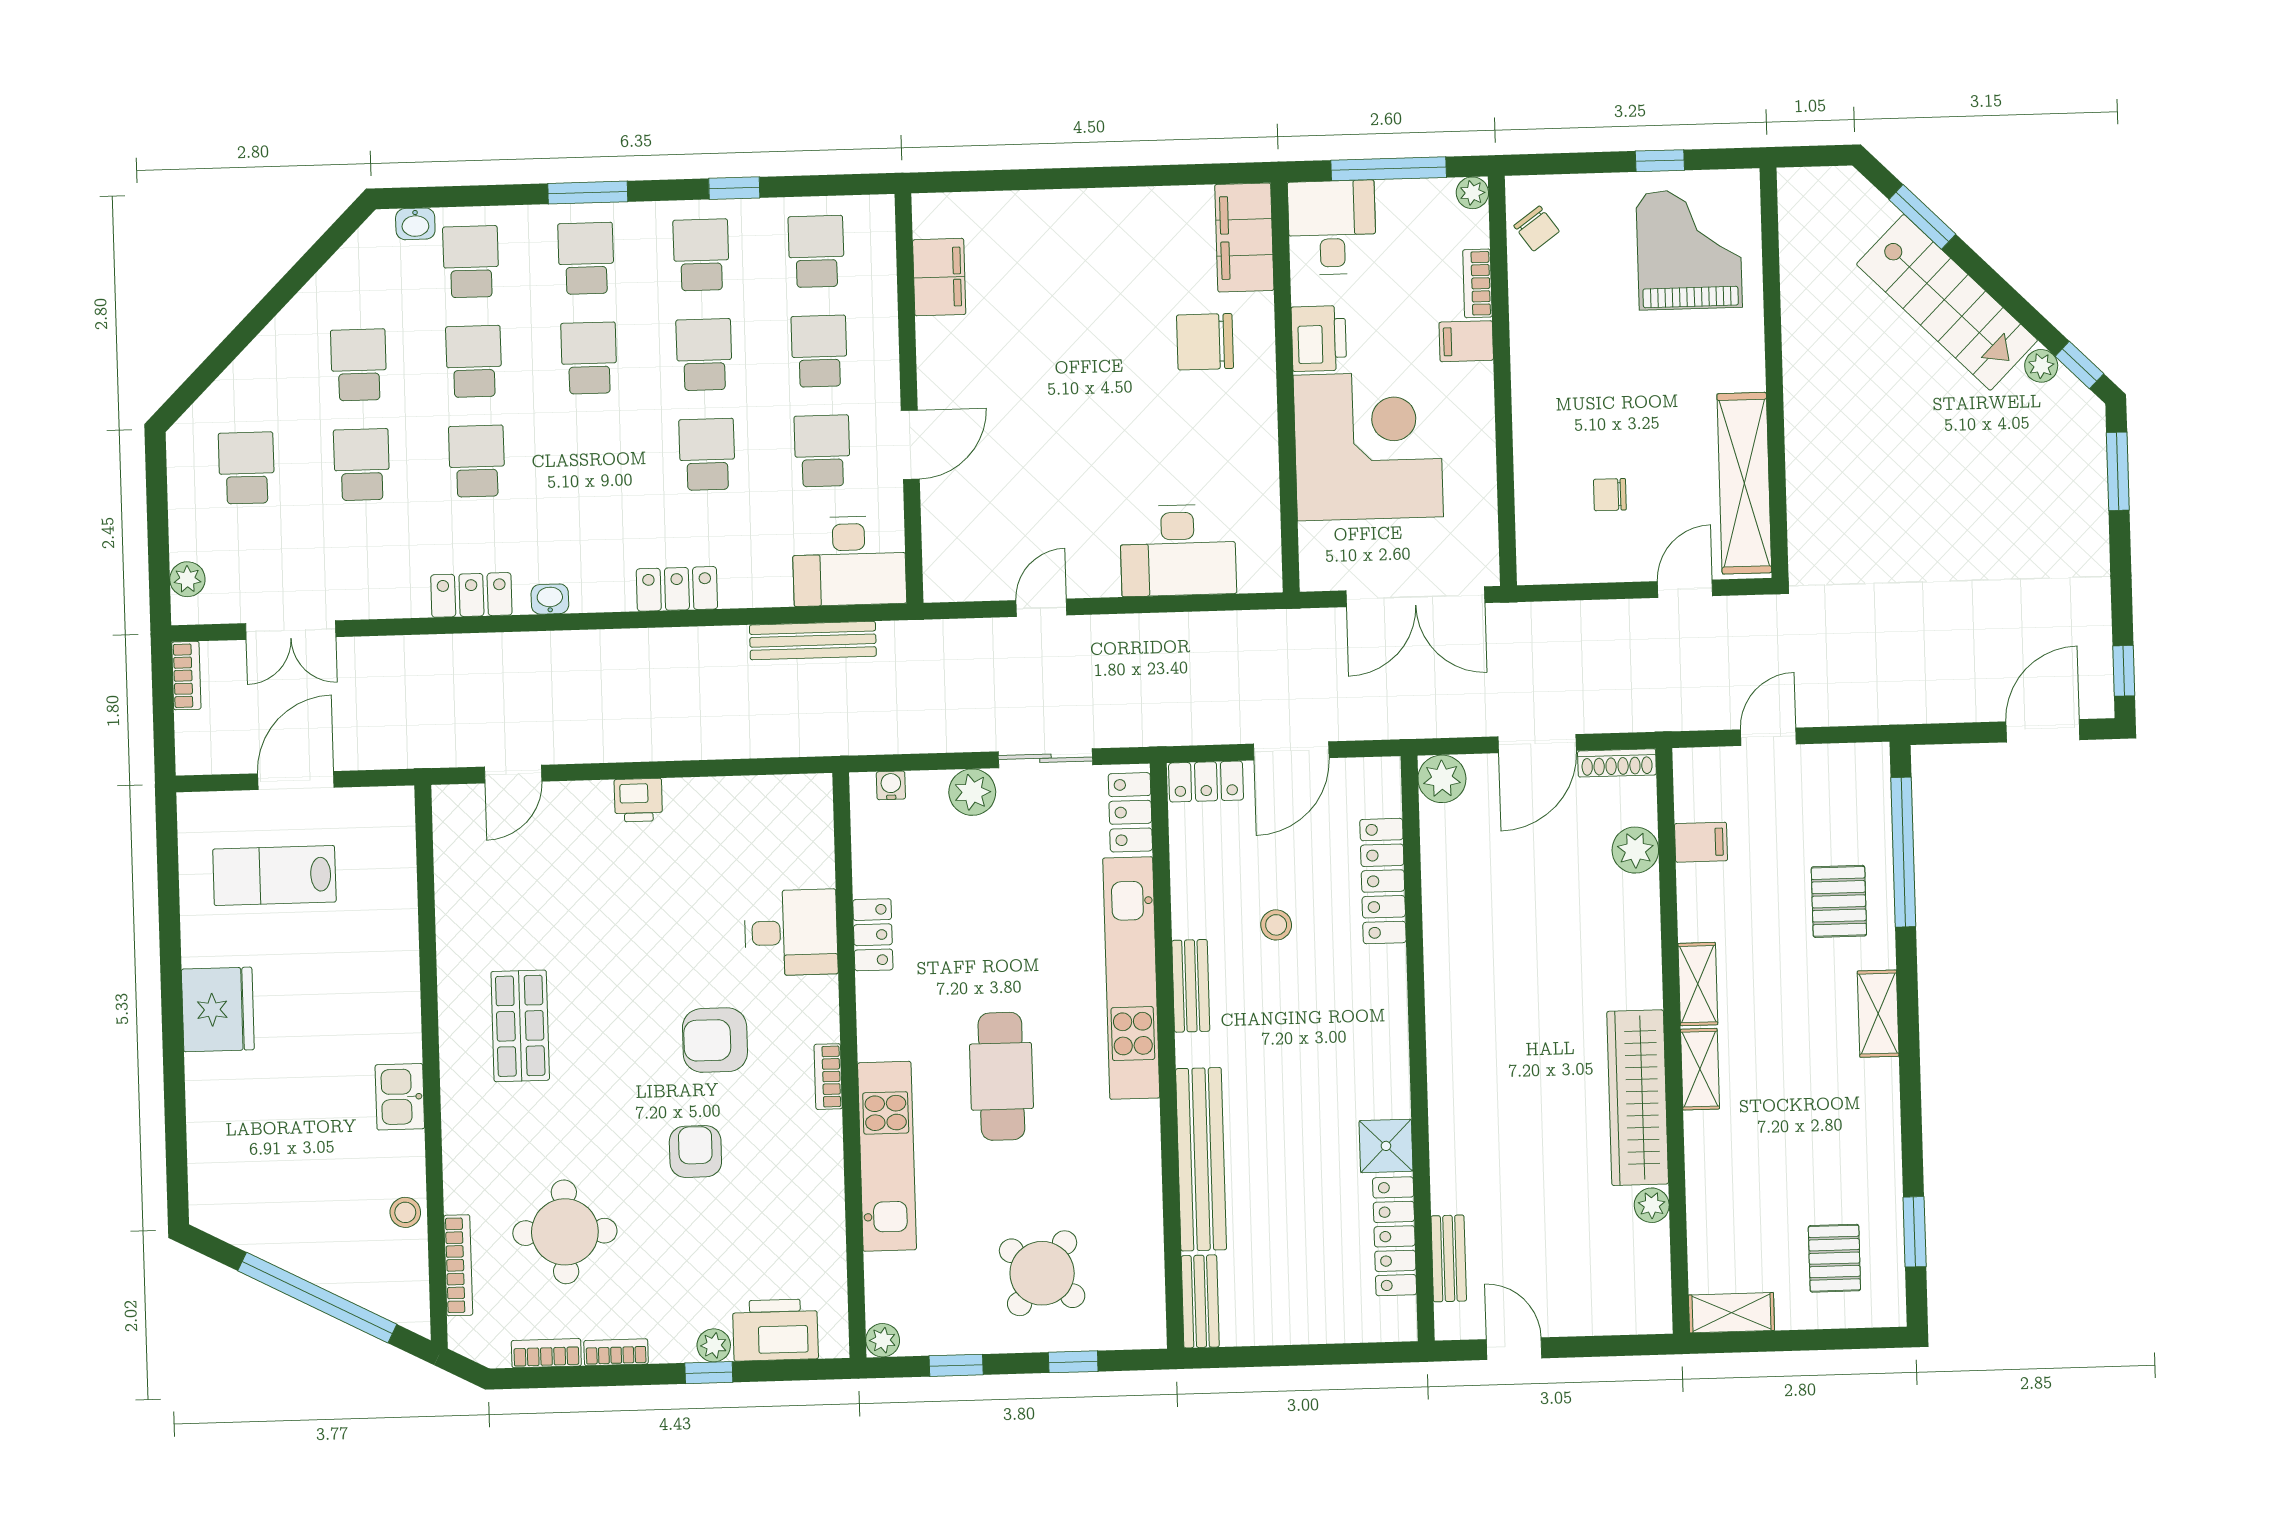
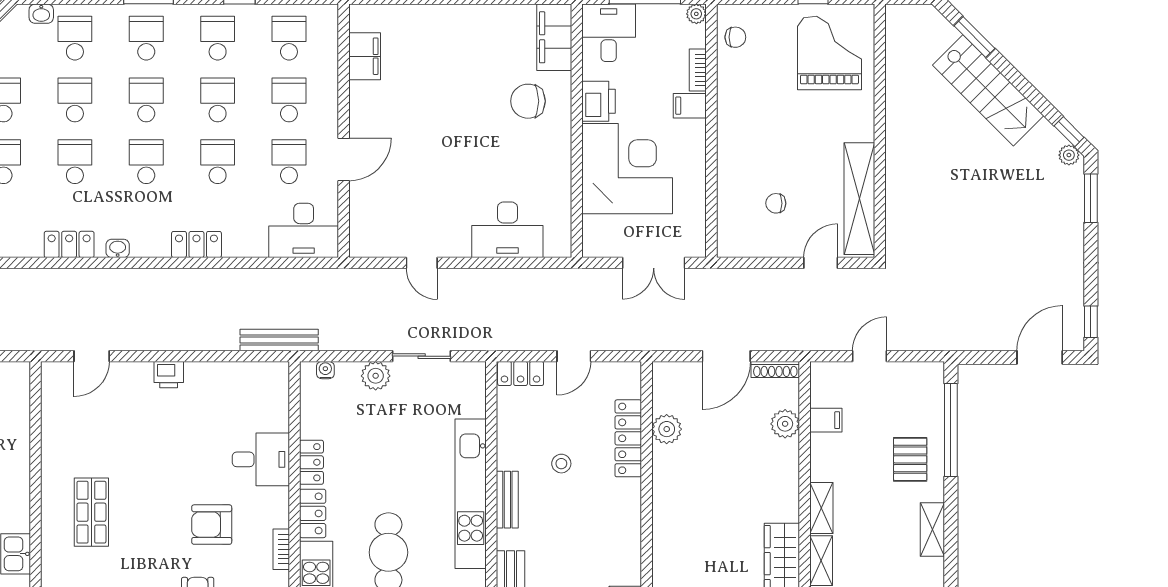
chair: (1537, 229) -> (735, 37), turned -54
plant: (2041, 366) -> (1069, 155), moved
school desk: (592, 458) -> (146, 162), added
double door: (1415, 597) -> (654, 263), width x0.73
door: (1041, 608) -> (422, 263), swing flipped
bench: (813, 641) -> (279, 340), moved
door: (1291, 751) -> (574, 356), width x0.73
plant: (1442, 779) -> (667, 429), moved
locker: (1130, 812) -> (313, 513), moved, turned 180

